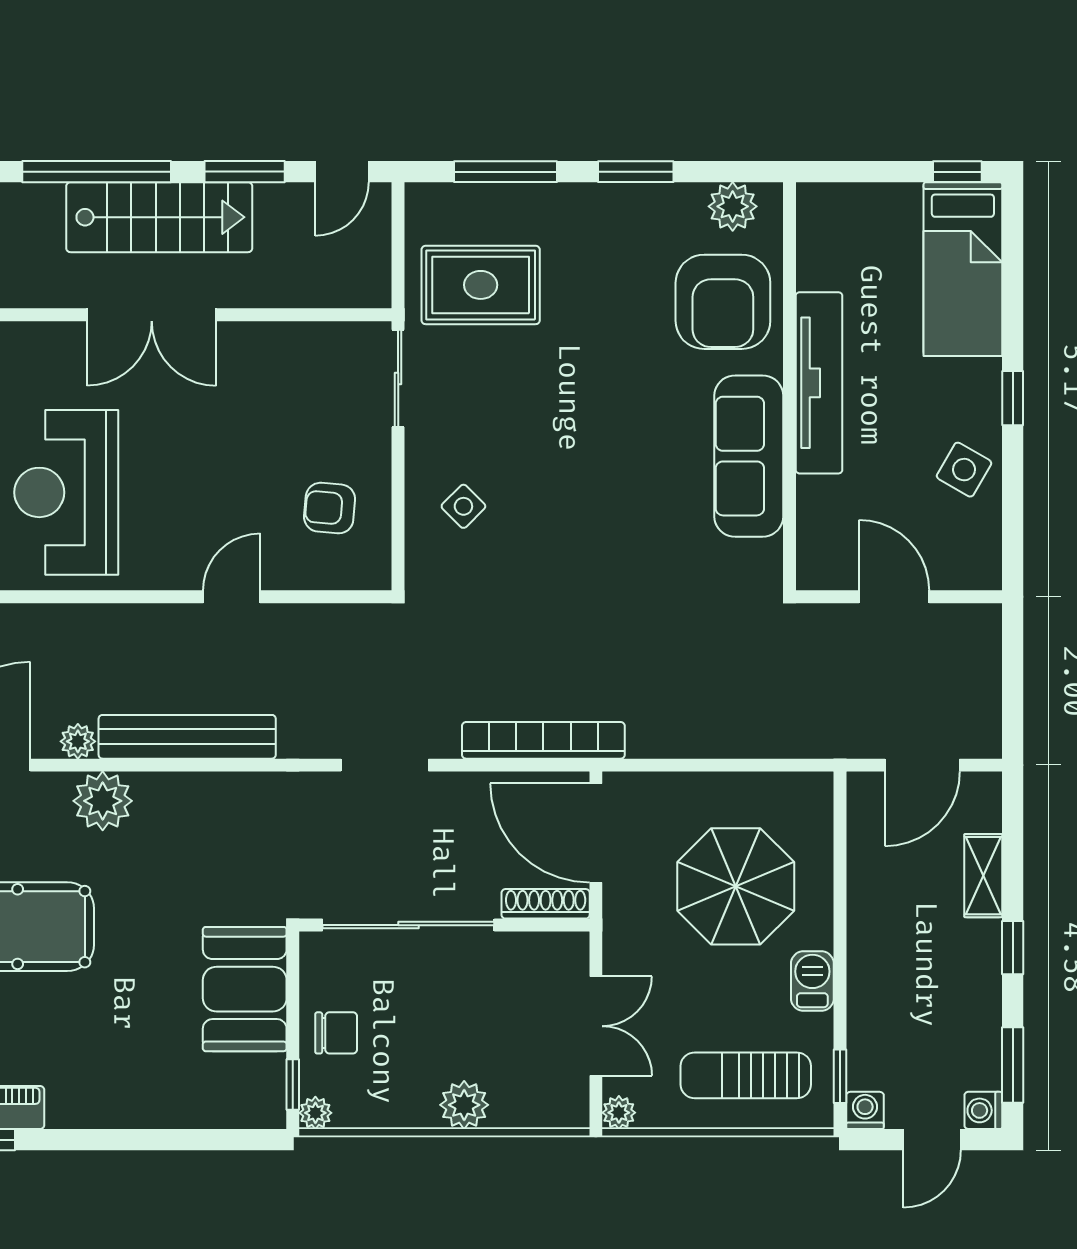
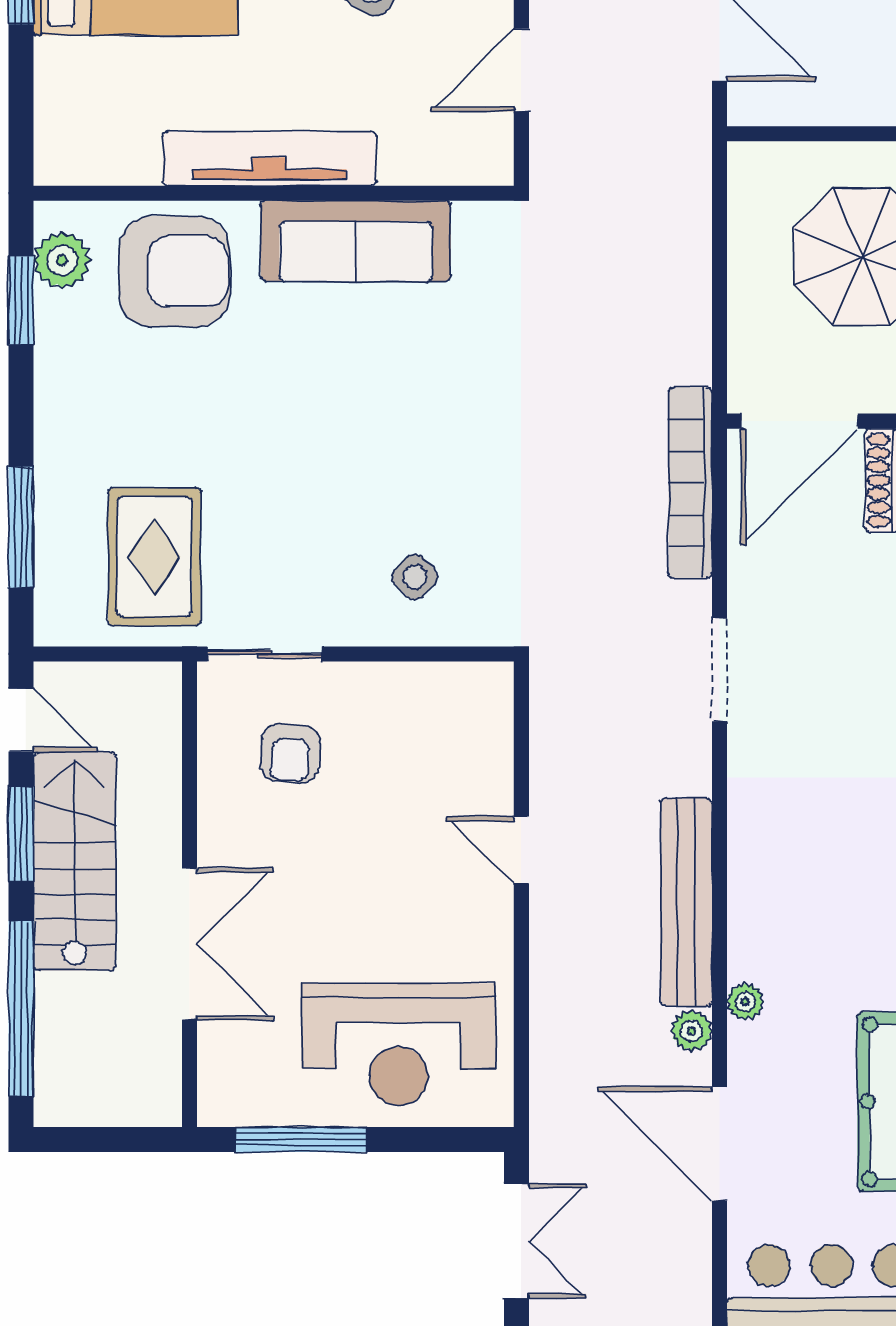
window: (636, 172) -> (21, 301), moved
stairs: (159, 217) -> (75, 861), moved
armchair: (330, 508) -> (290, 753), moved
plant: (103, 801) -> (745, 1002), width x0.53, depth x0.53

